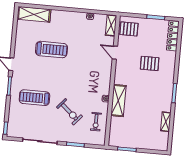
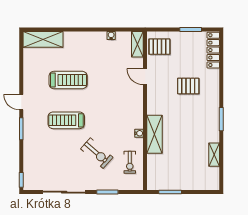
treadmill: (35, 98) -> (66, 120), moved

